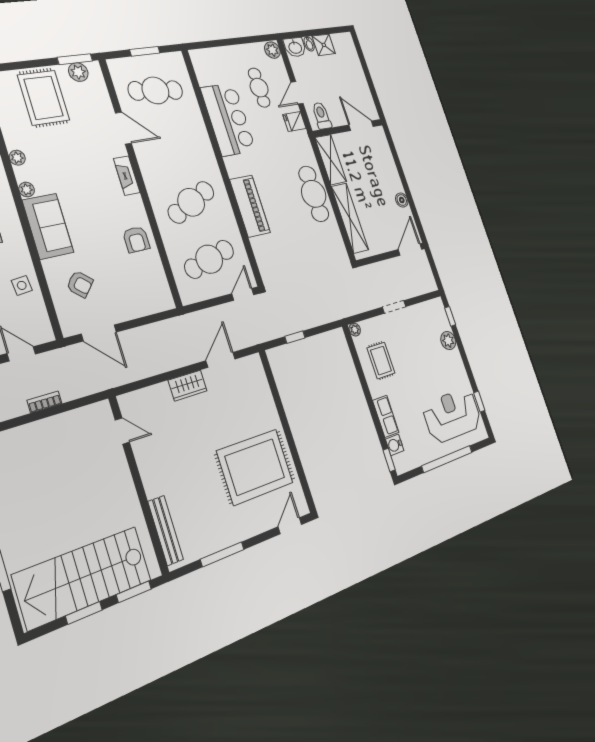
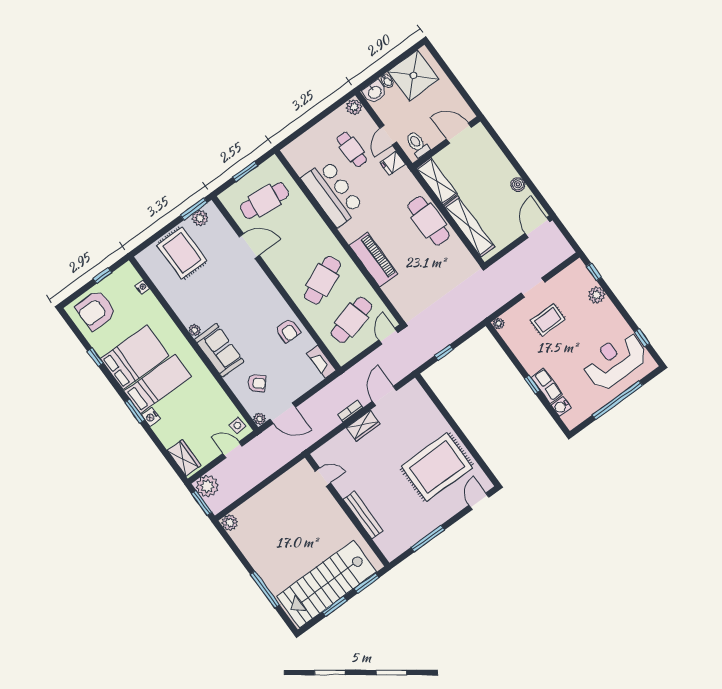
shower: (324, 45) -> (413, 75), width x1.86, depth x1.86
plant: (17, 158) -> (260, 419), moved
fireplace: (127, 176) -> (321, 362), moved
side table: (22, 285) -> (237, 425), moved
rug: (381, 361) -> (548, 320), moved, turned 90
bookcase: (45, 402) -> (350, 411), moved
window: (389, 460) -> (532, 385), moved
bench: (166, 530) -> (363, 515), moved

